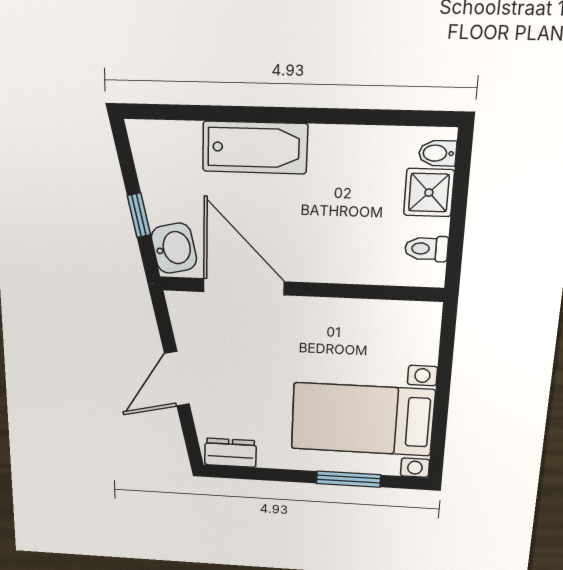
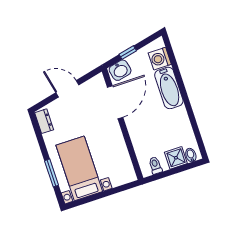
washing machine: (177, 144) -> (160, 59), added

